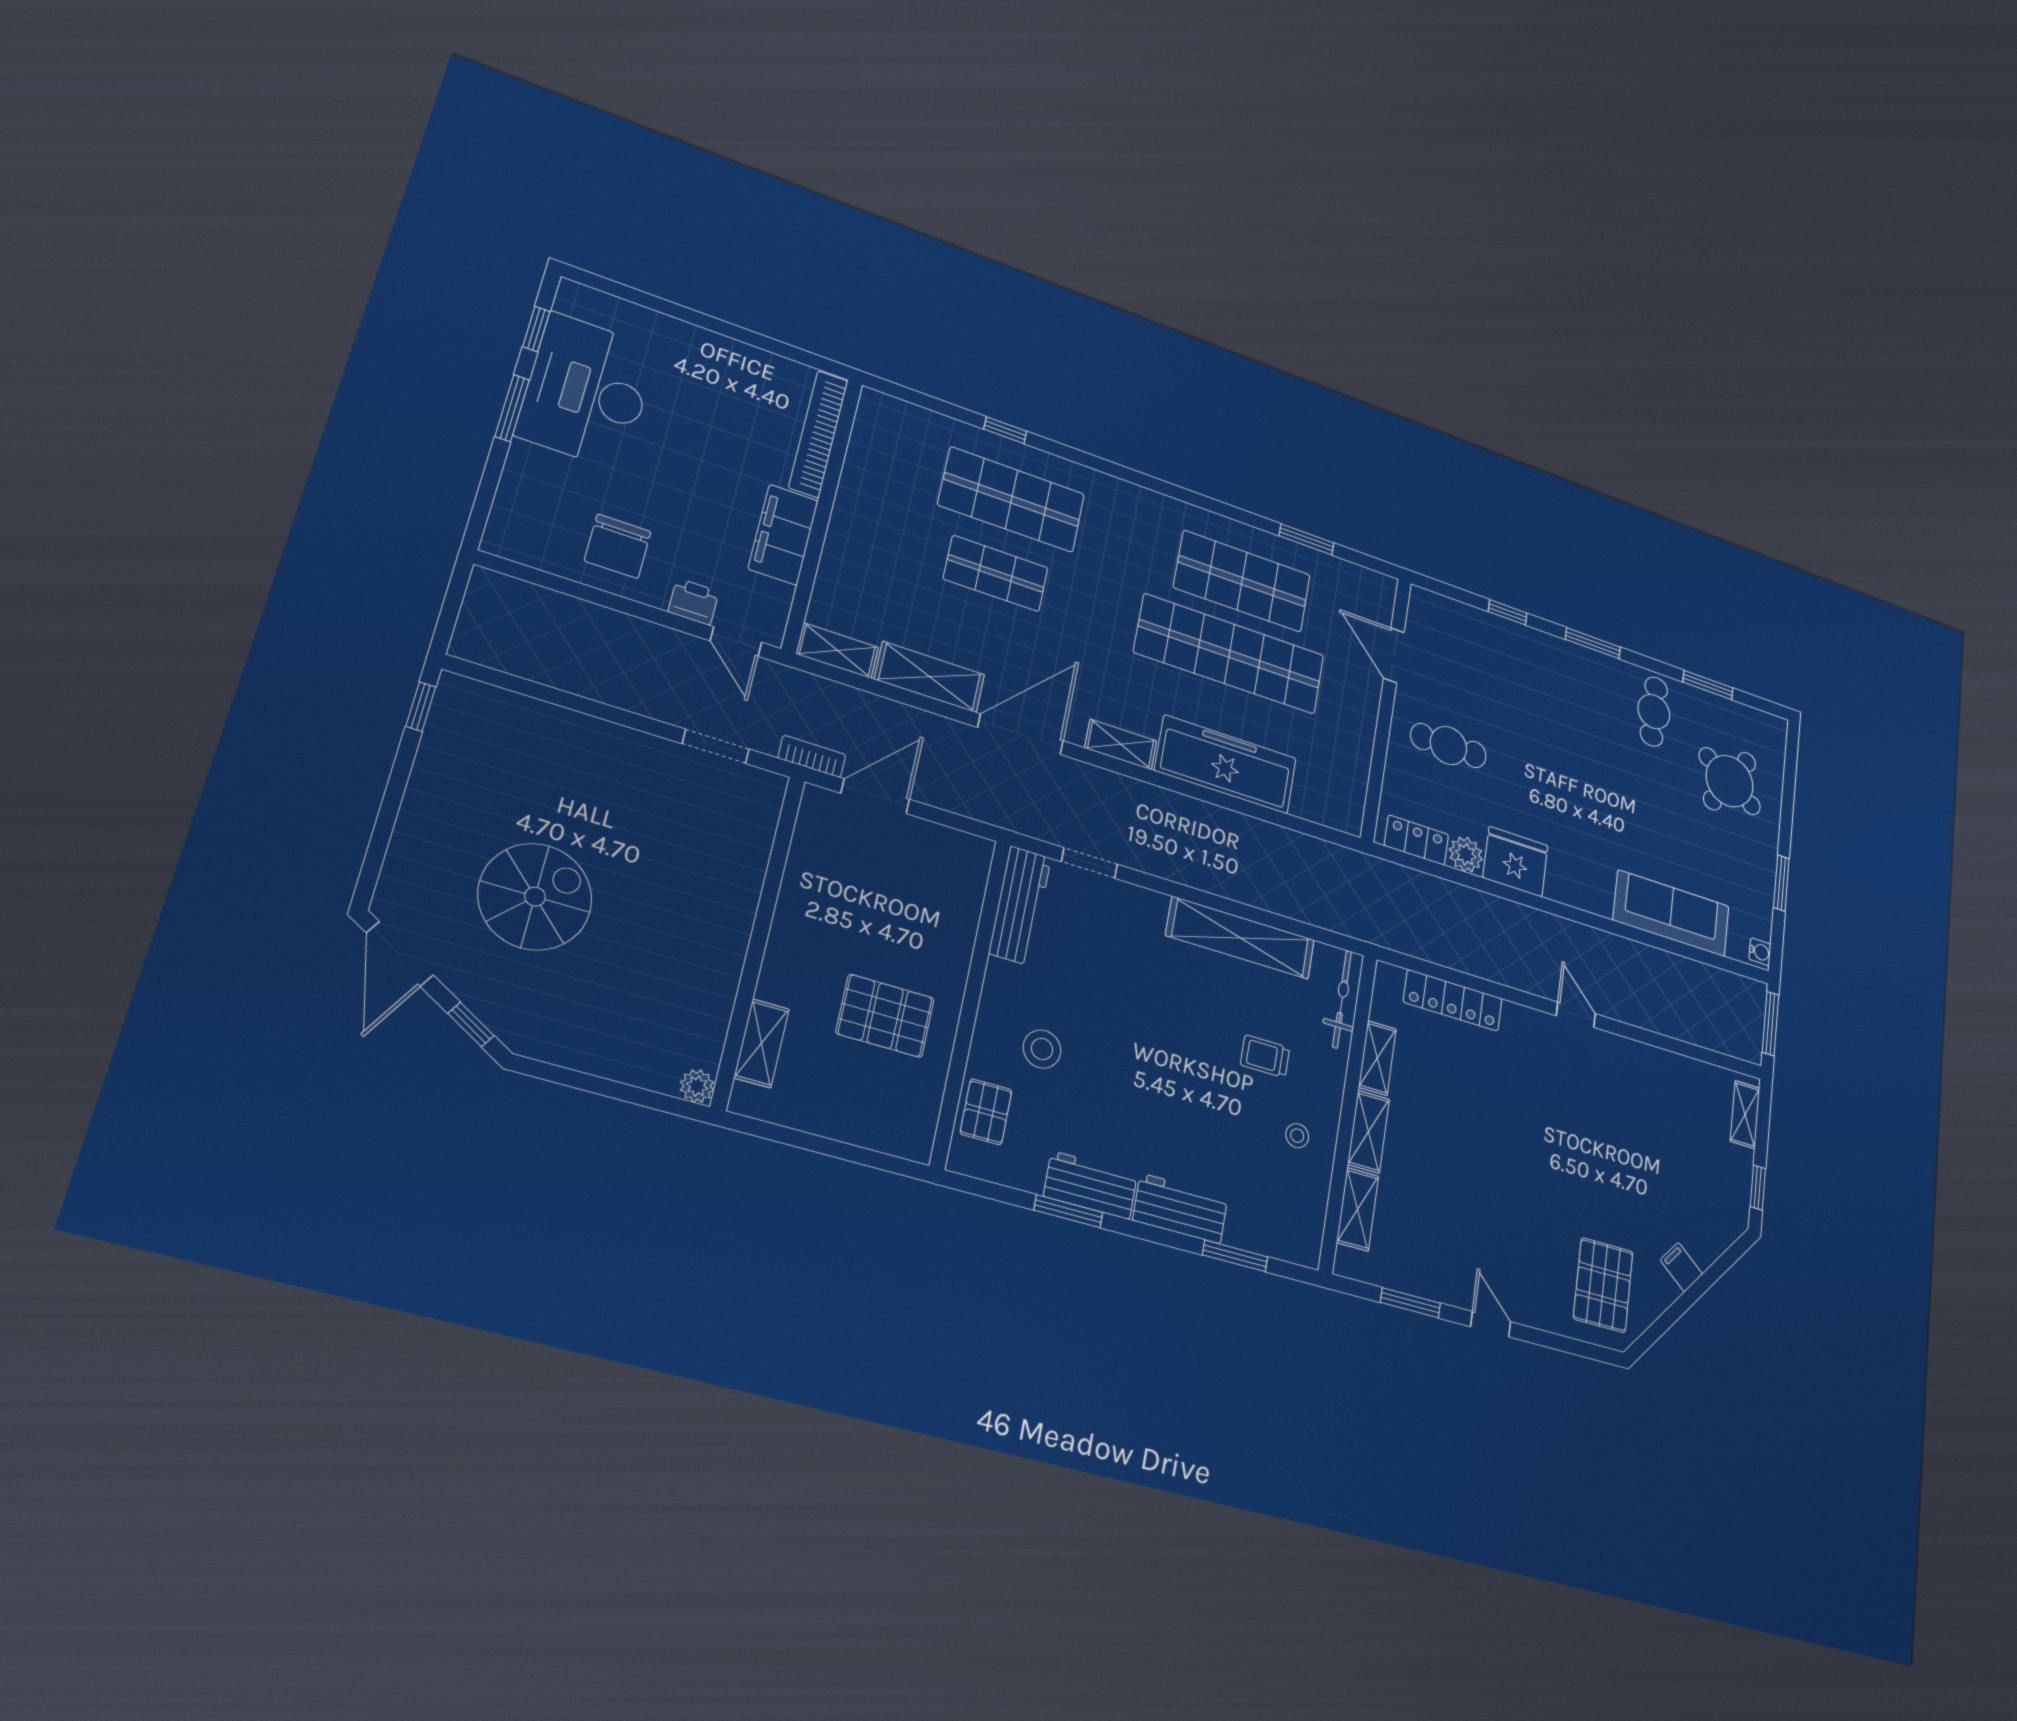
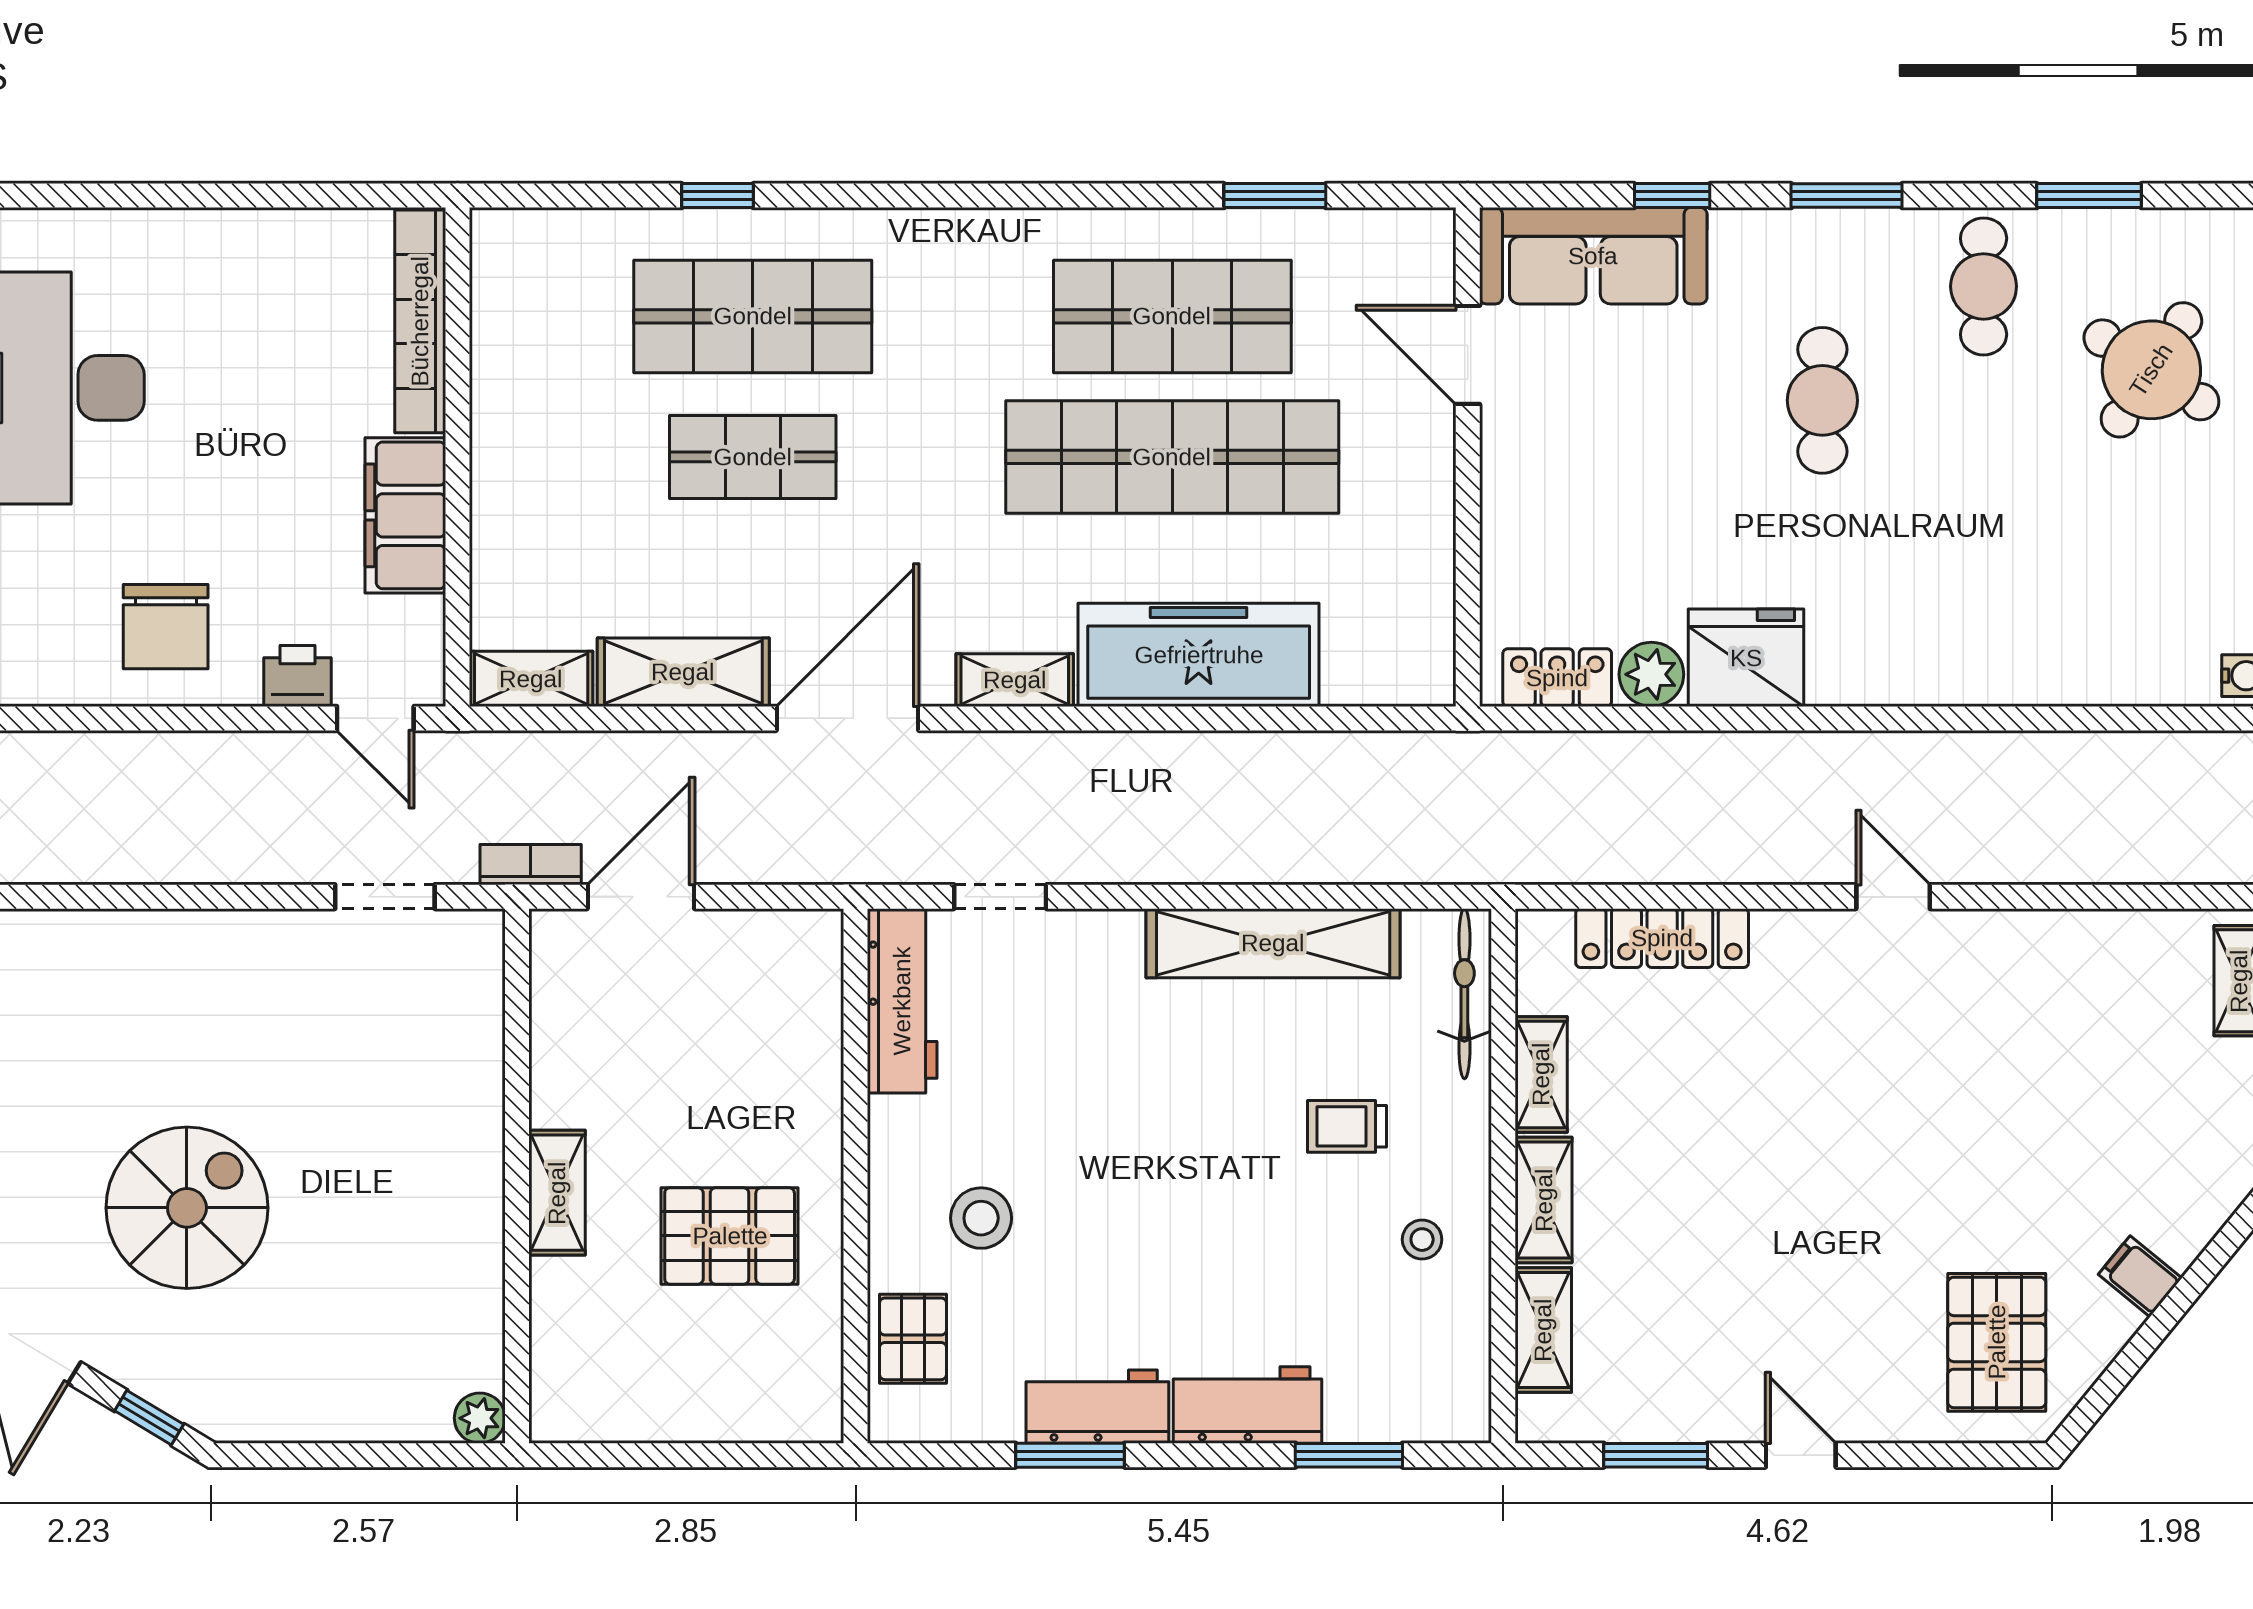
cafe table: (1448, 746) -> (1822, 400), moved, turned 90
sofa: (1671, 913) -> (1593, 256), moved, turned 180
shelving: (762, 1043) -> (557, 1193), moved

